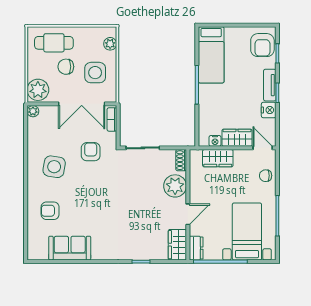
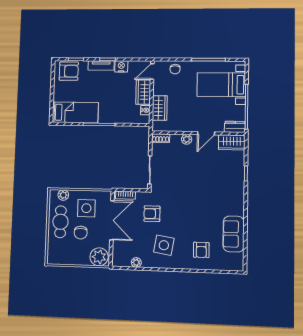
cafe table: (54, 43) -> (60, 222), moved
plant: (33, 111) -> (136, 262), moved
plant: (175, 186) -> (187, 139), width x0.53, depth x0.53
door: (188, 214) -> (206, 133), swing flipped

